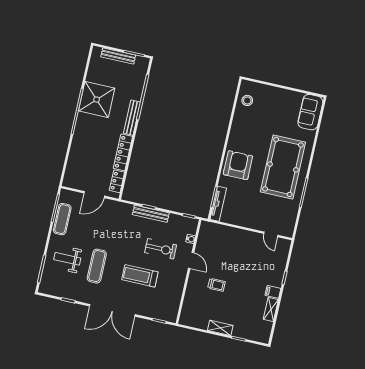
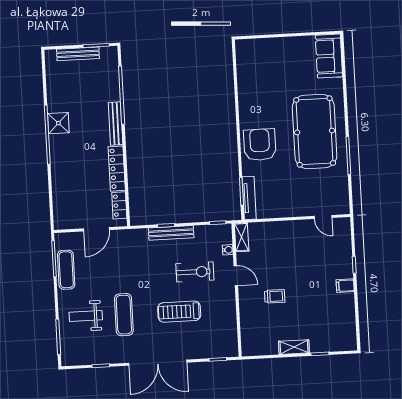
shower: (97, 100) -> (58, 123), width x0.54, depth x0.54
stool: (247, 100) -> (249, 63), removed
shelving: (271, 309) -> (242, 237), moved

